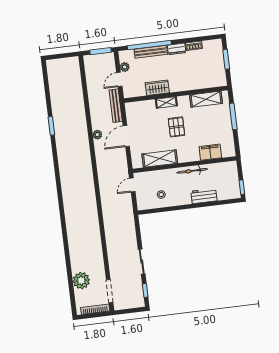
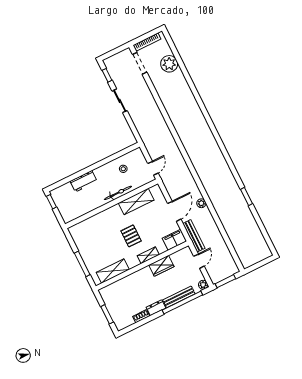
plant: (125, 67) -> (203, 285), moved
filing cabinet: (210, 152) -> (174, 240), moved, turned 180
bicycle: (192, 171) -> (118, 193), moved

